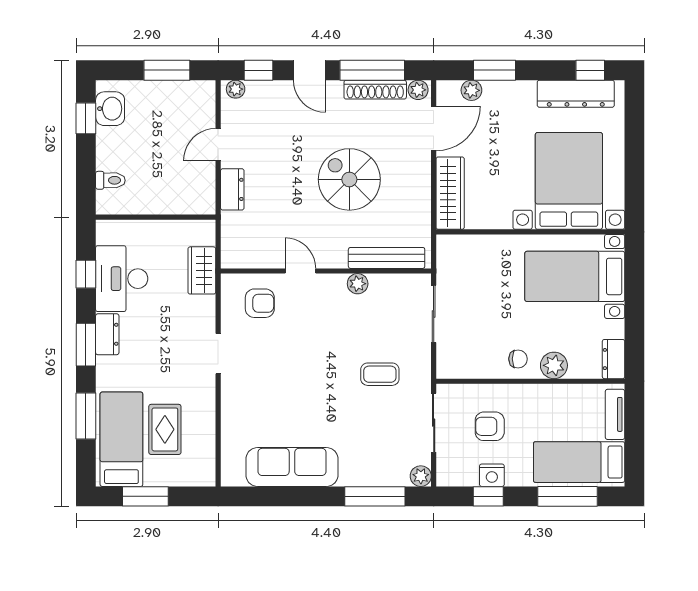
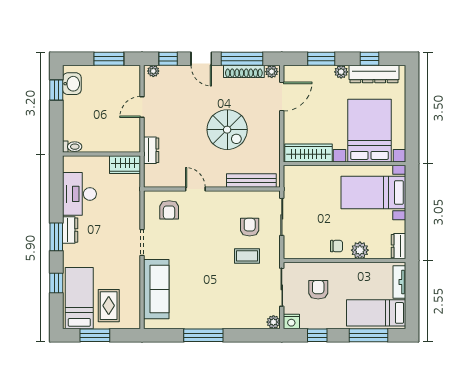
window: (590, 70) -> (370, 59), moved
plant: (471, 90) -> (341, 72), moved
spiral stairs: (349, 179) -> (227, 130), turned 180
toilet: (110, 180) -> (72, 147), moved
dresser: (232, 189) -> (151, 150), moved
wardrobe: (450, 193) -> (309, 153), moved, turned -90
wardrobe: (202, 270) -> (125, 165), moved, turned -90
window: (86, 274) -> (56, 191), removed
plant: (358, 284) -> (232, 197), removed
armchair: (260, 303) -> (169, 210), turned 90
armchair: (384, 330) -> (250, 227), added
window: (86, 416) -> (56, 283), width x0.67
armchair: (490, 426) -> (318, 290), turned 90
rug: (165, 429) -> (109, 306), moved
sofa: (292, 467) -> (156, 289), moved, turned 90
nightstand: (492, 475) -> (291, 321), moved
window: (375, 496) -> (203, 335), moved

